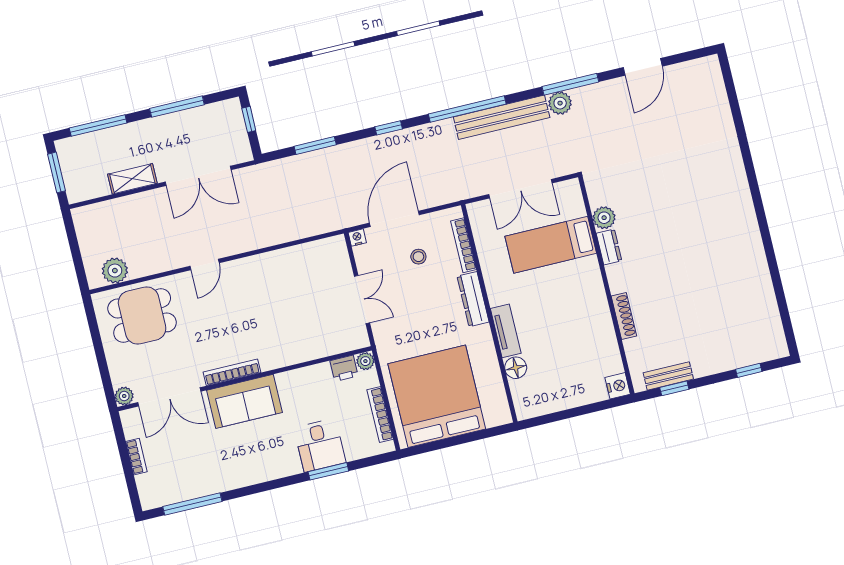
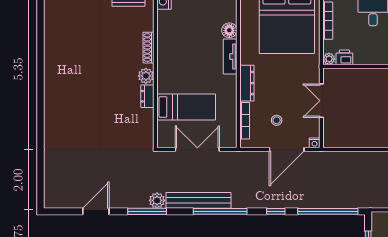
window: (315, 146) -> (328, 211), width x2.11
plant: (604, 218) -> (146, 76), moved

